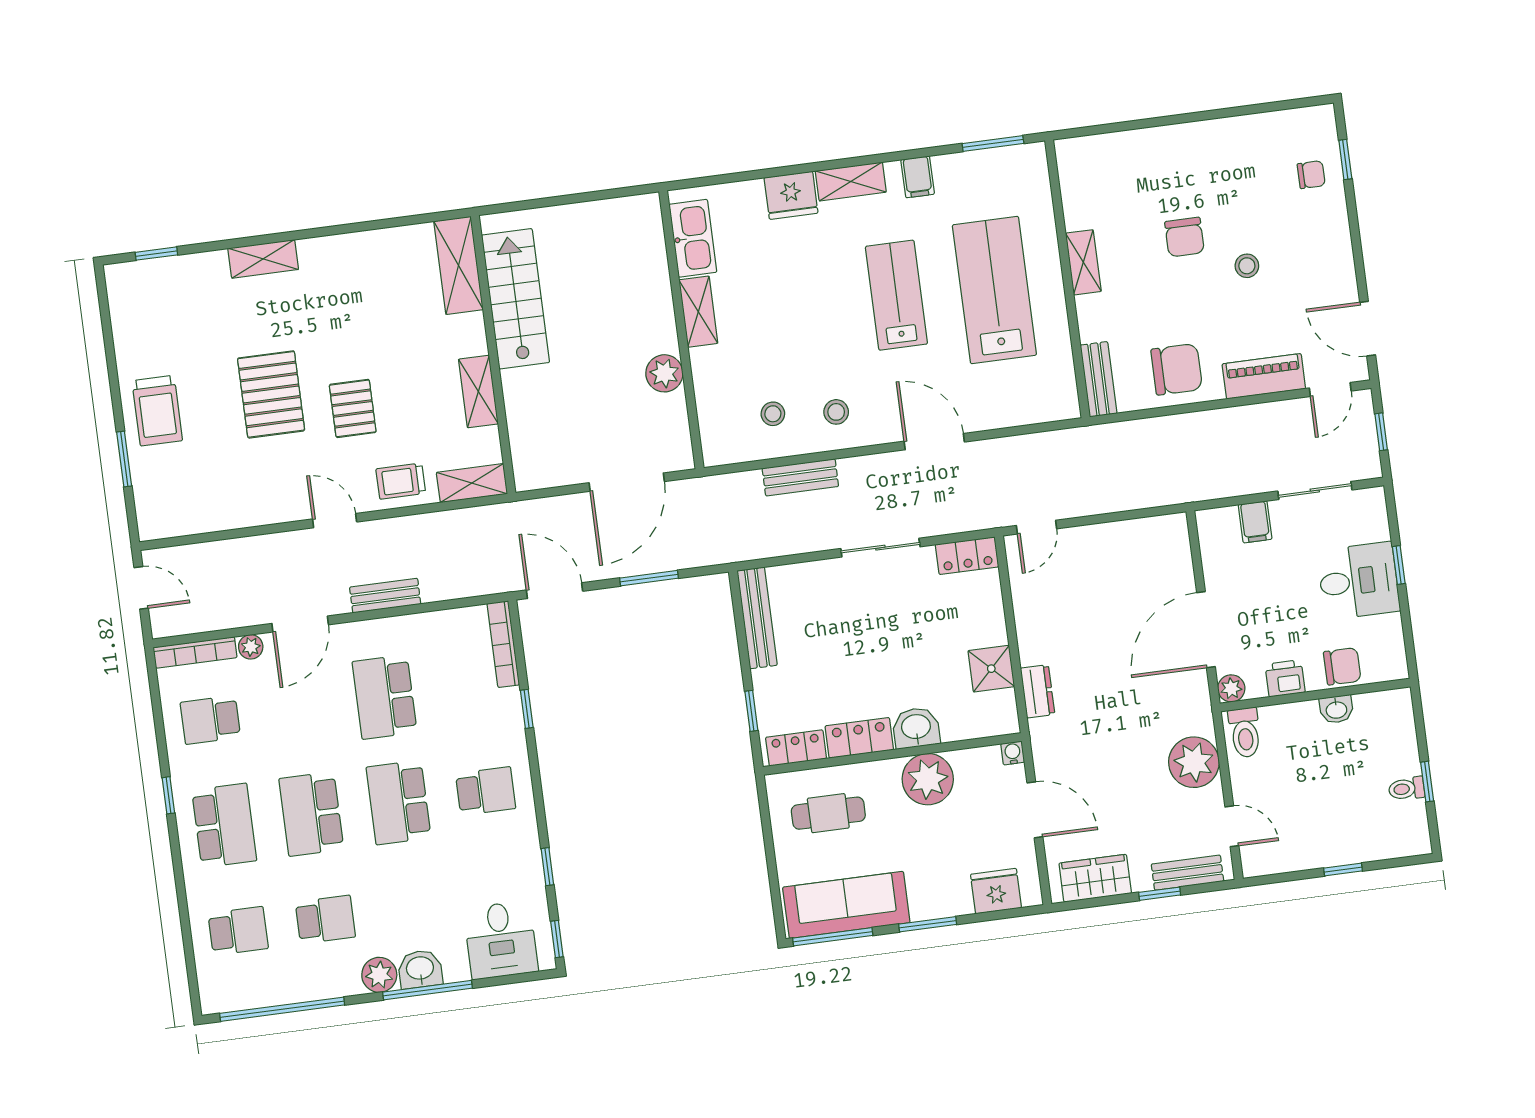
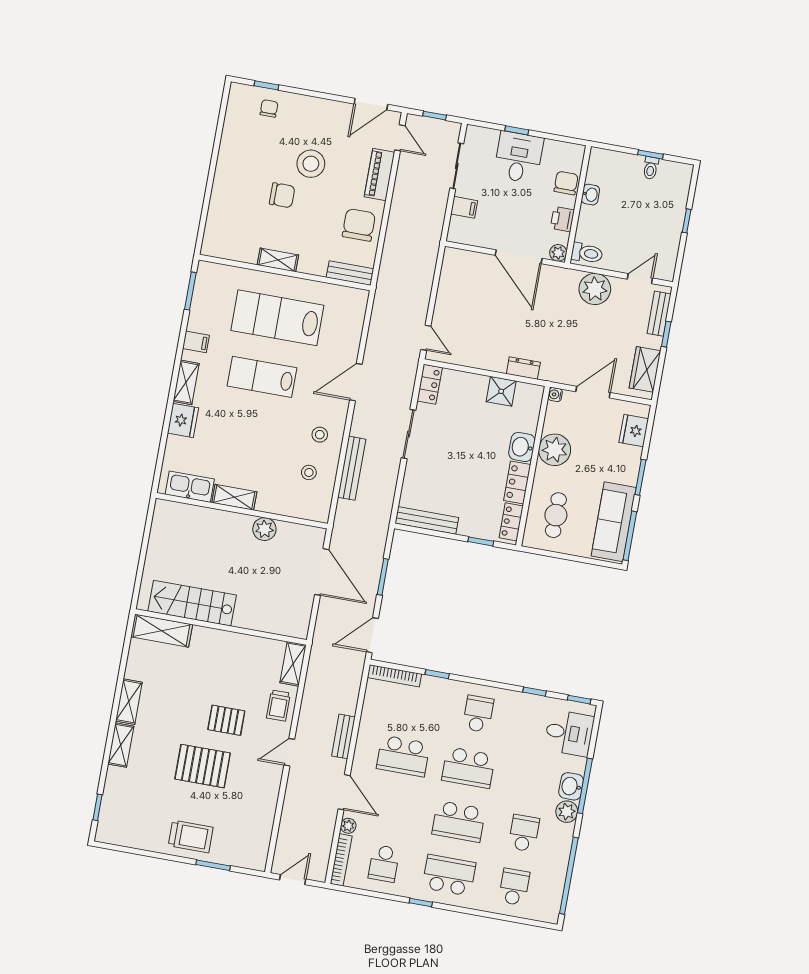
stool: (1247, 266) -> (311, 164), width x1.89, depth x1.89
shelving: (478, 391) -> (129, 702), moved, turned 90
bench: (800, 477) -> (352, 468), width x1.36

